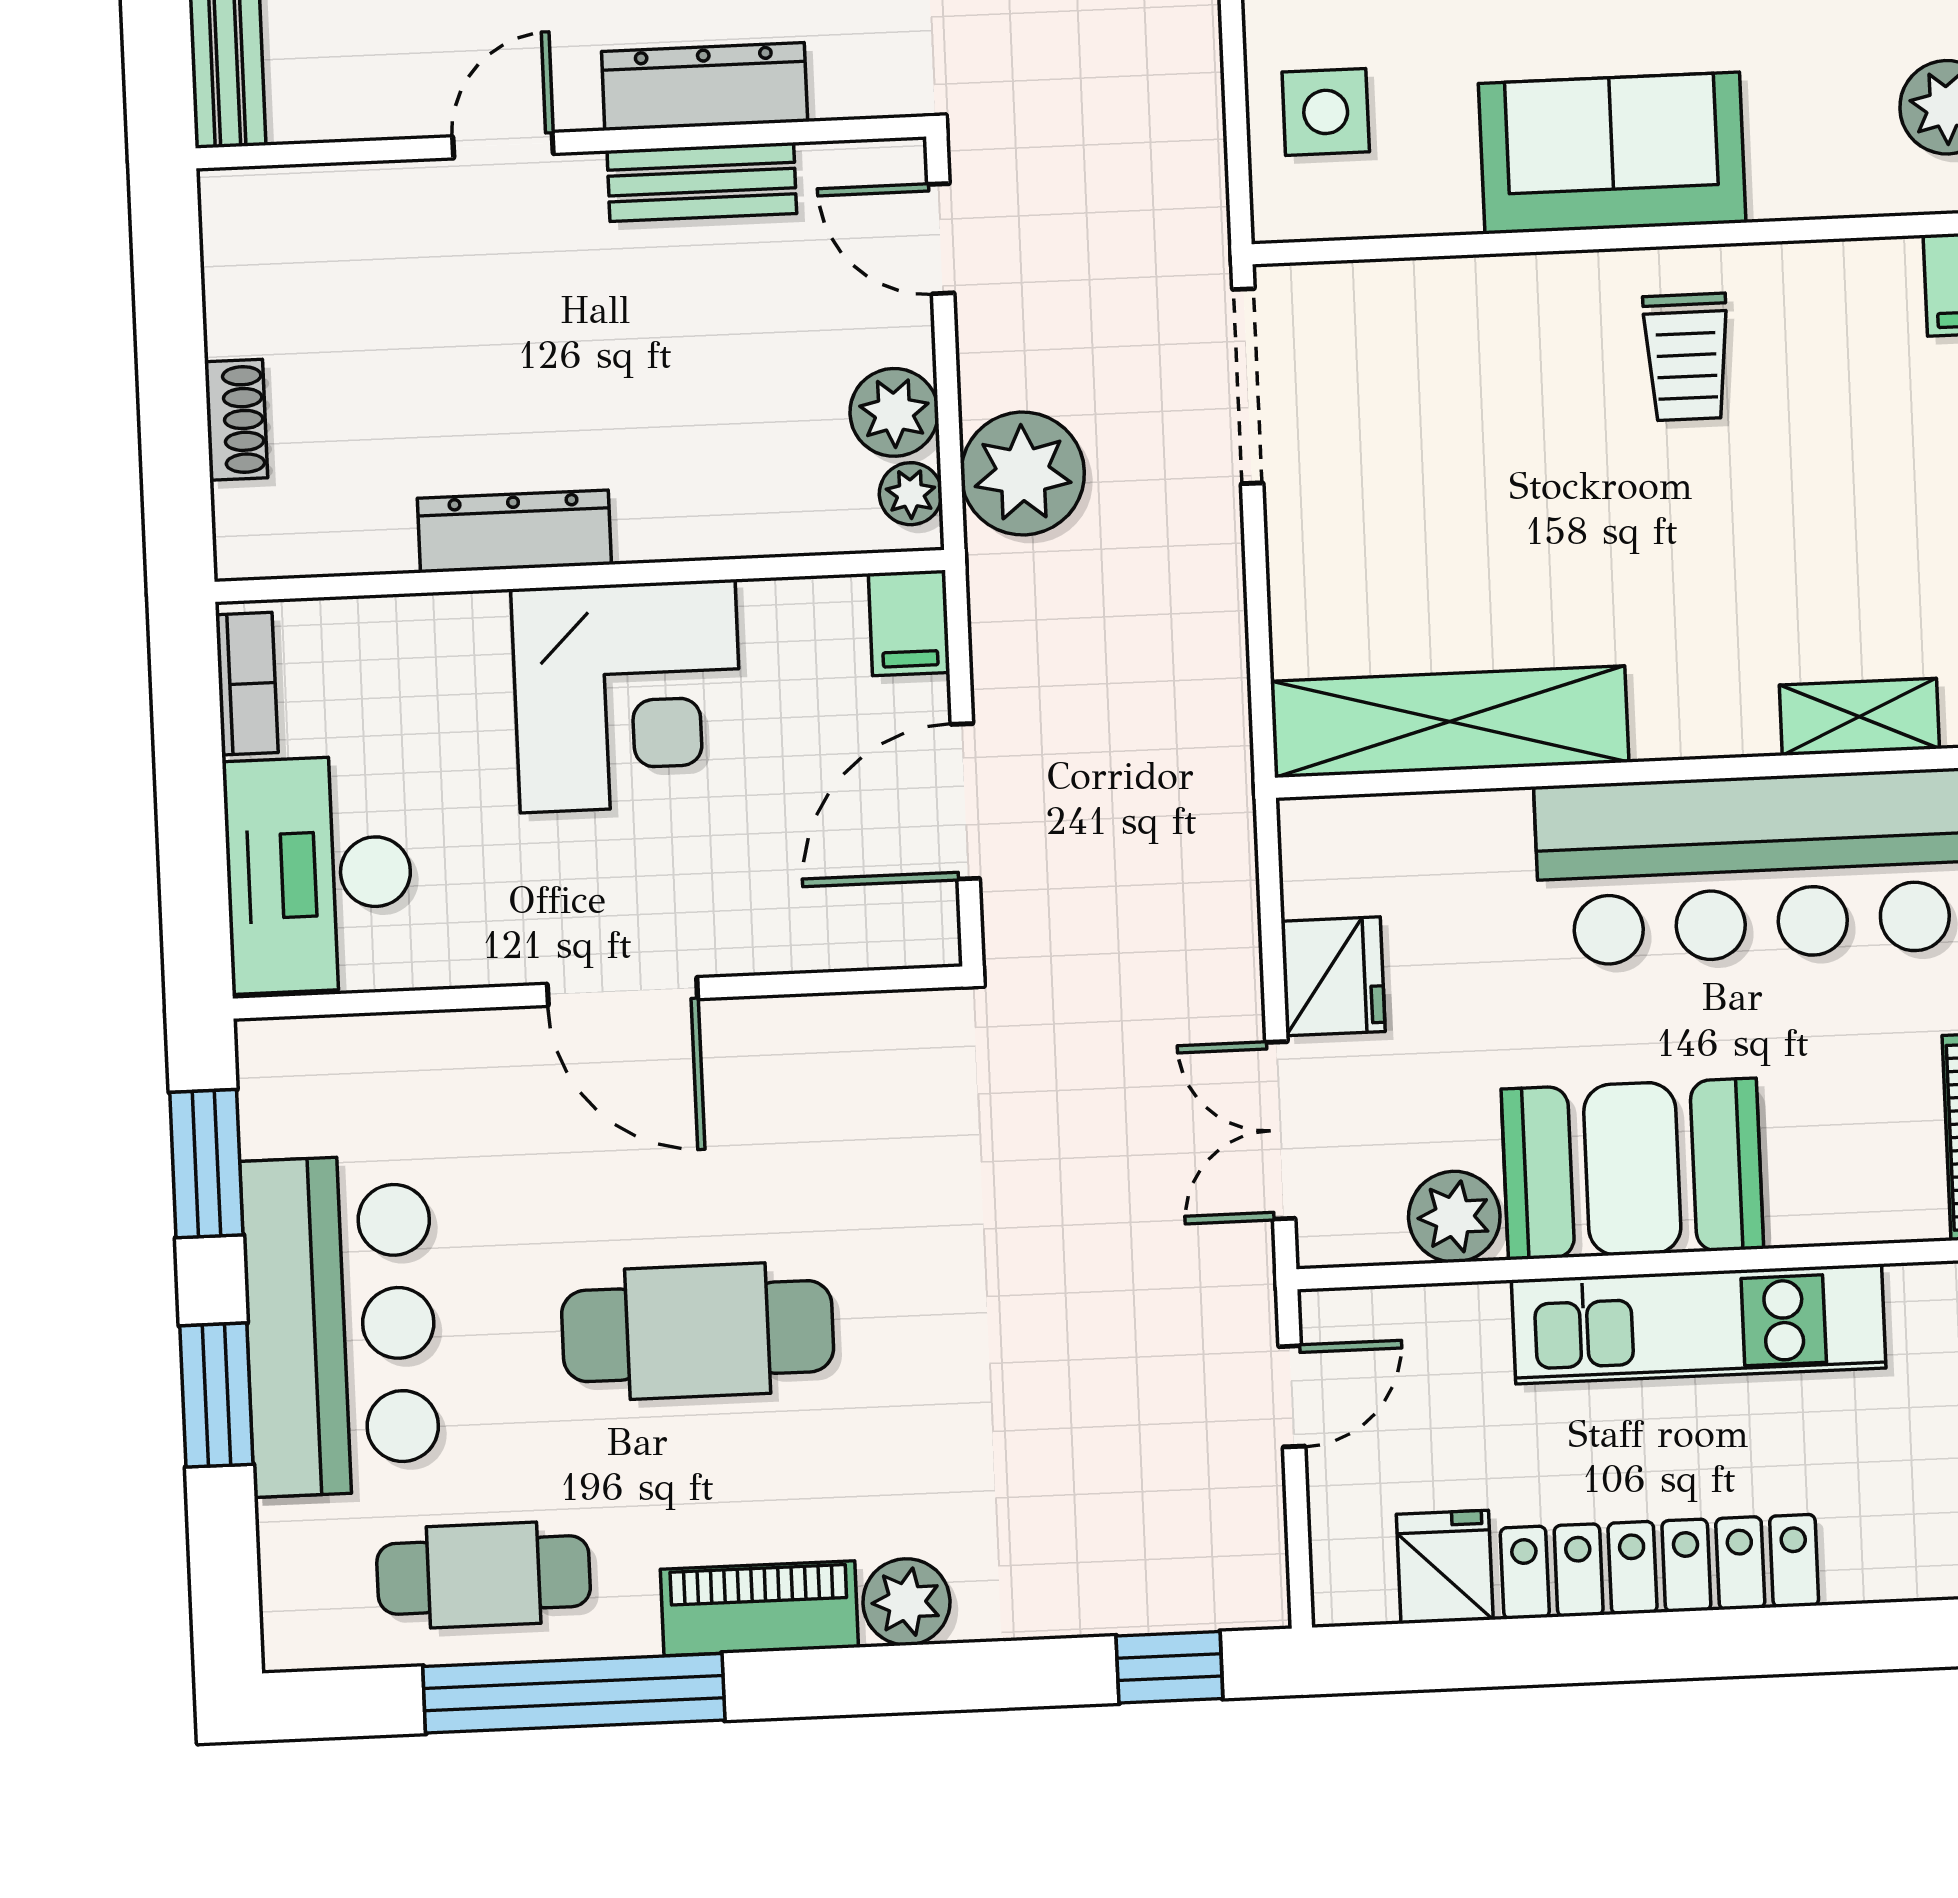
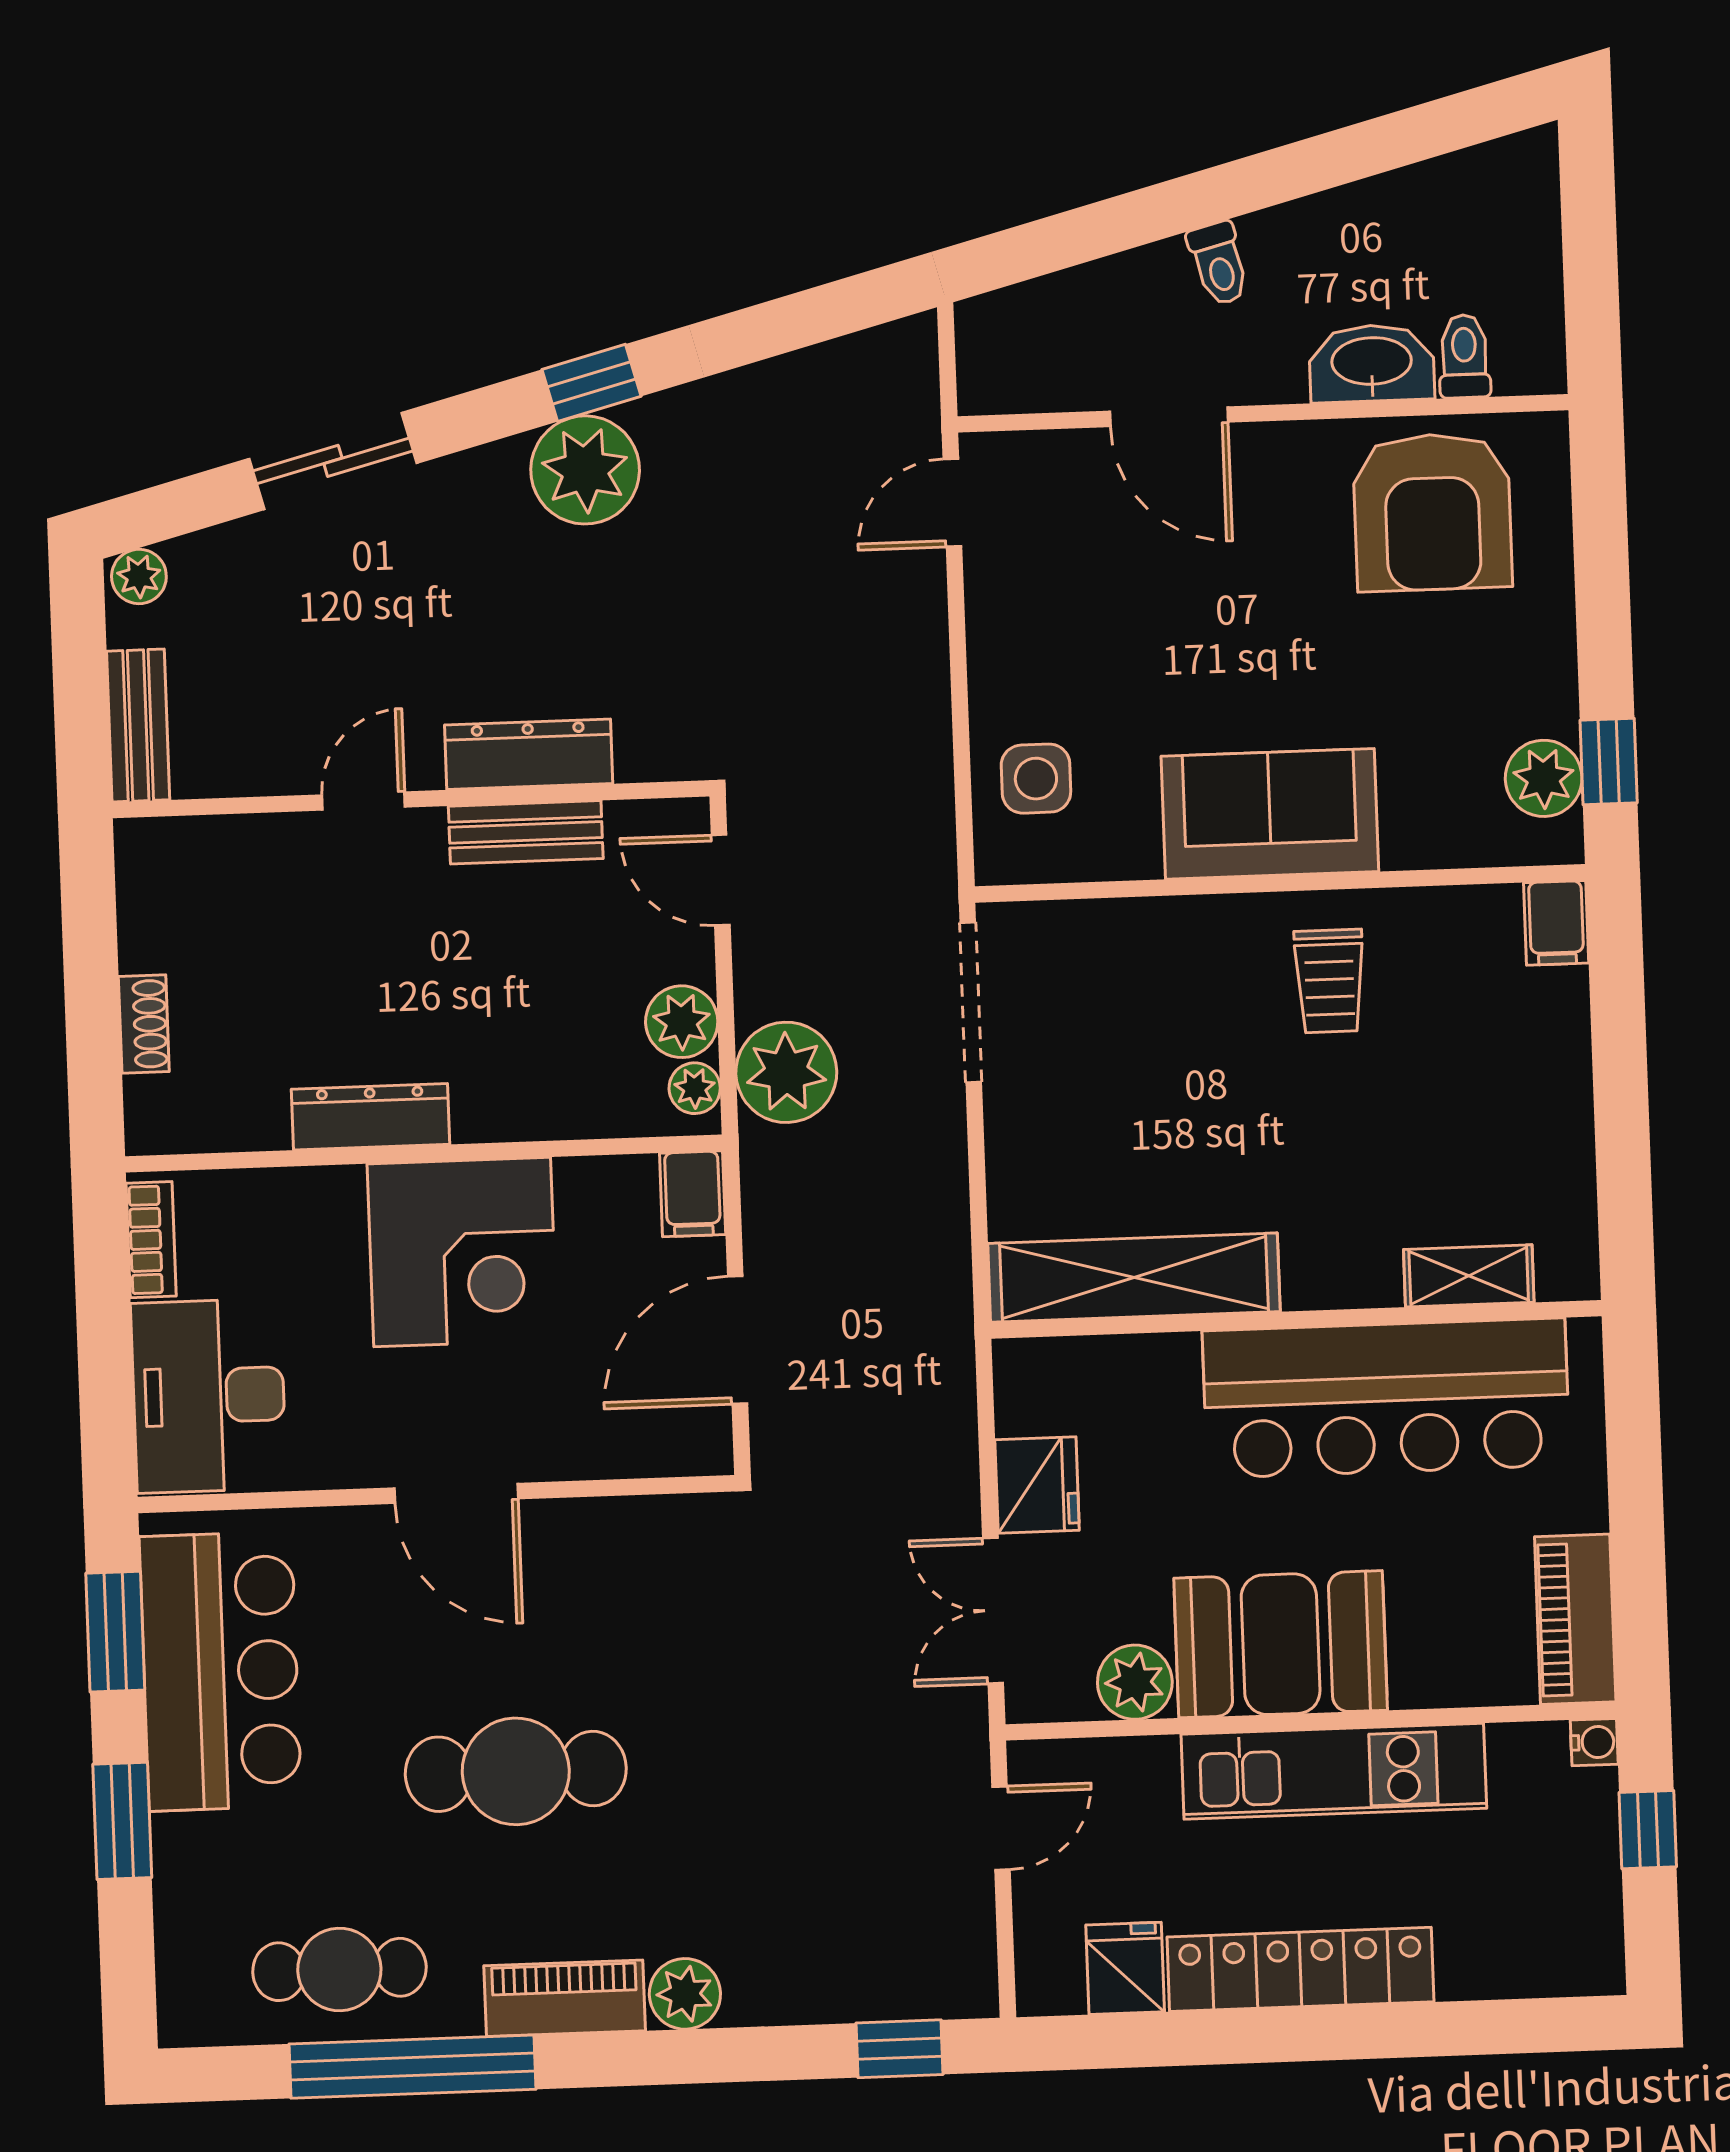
bar counter: (340, 1325) -> (220, 1671), moved

